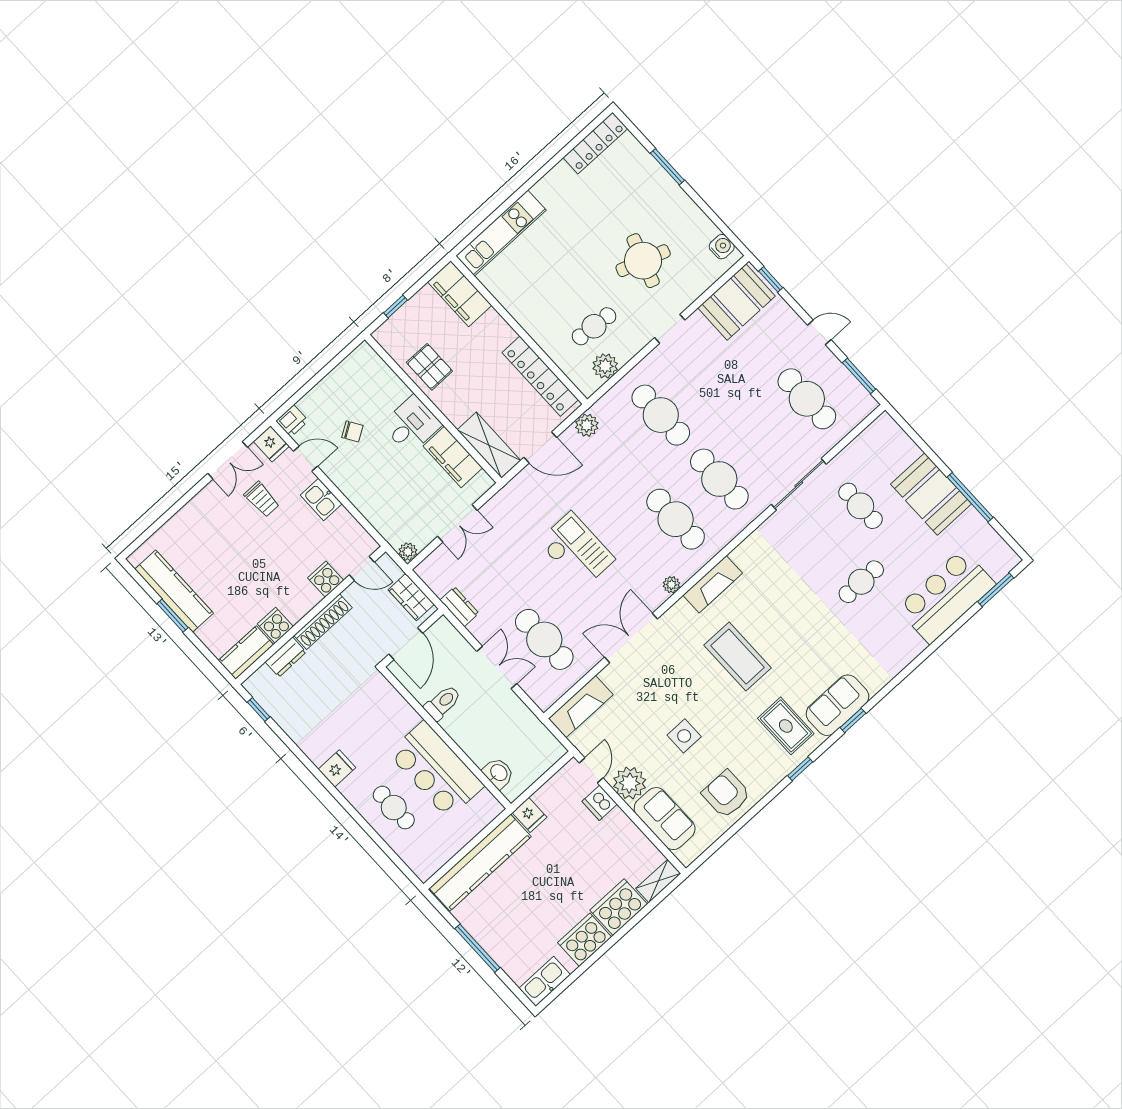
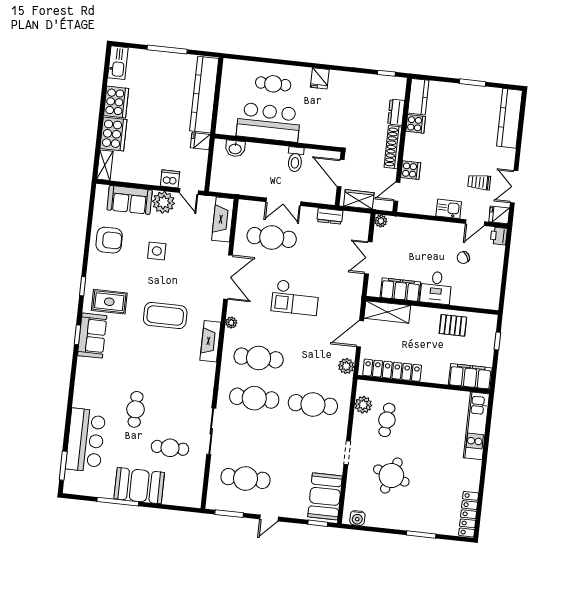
kitchen counter: (174, 591) -> (509, 118), moved, turned 90

